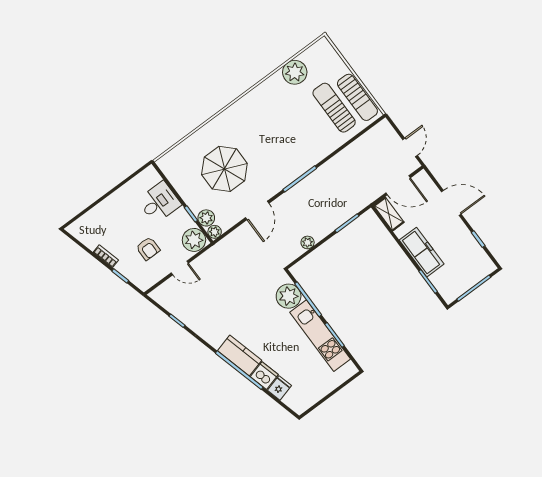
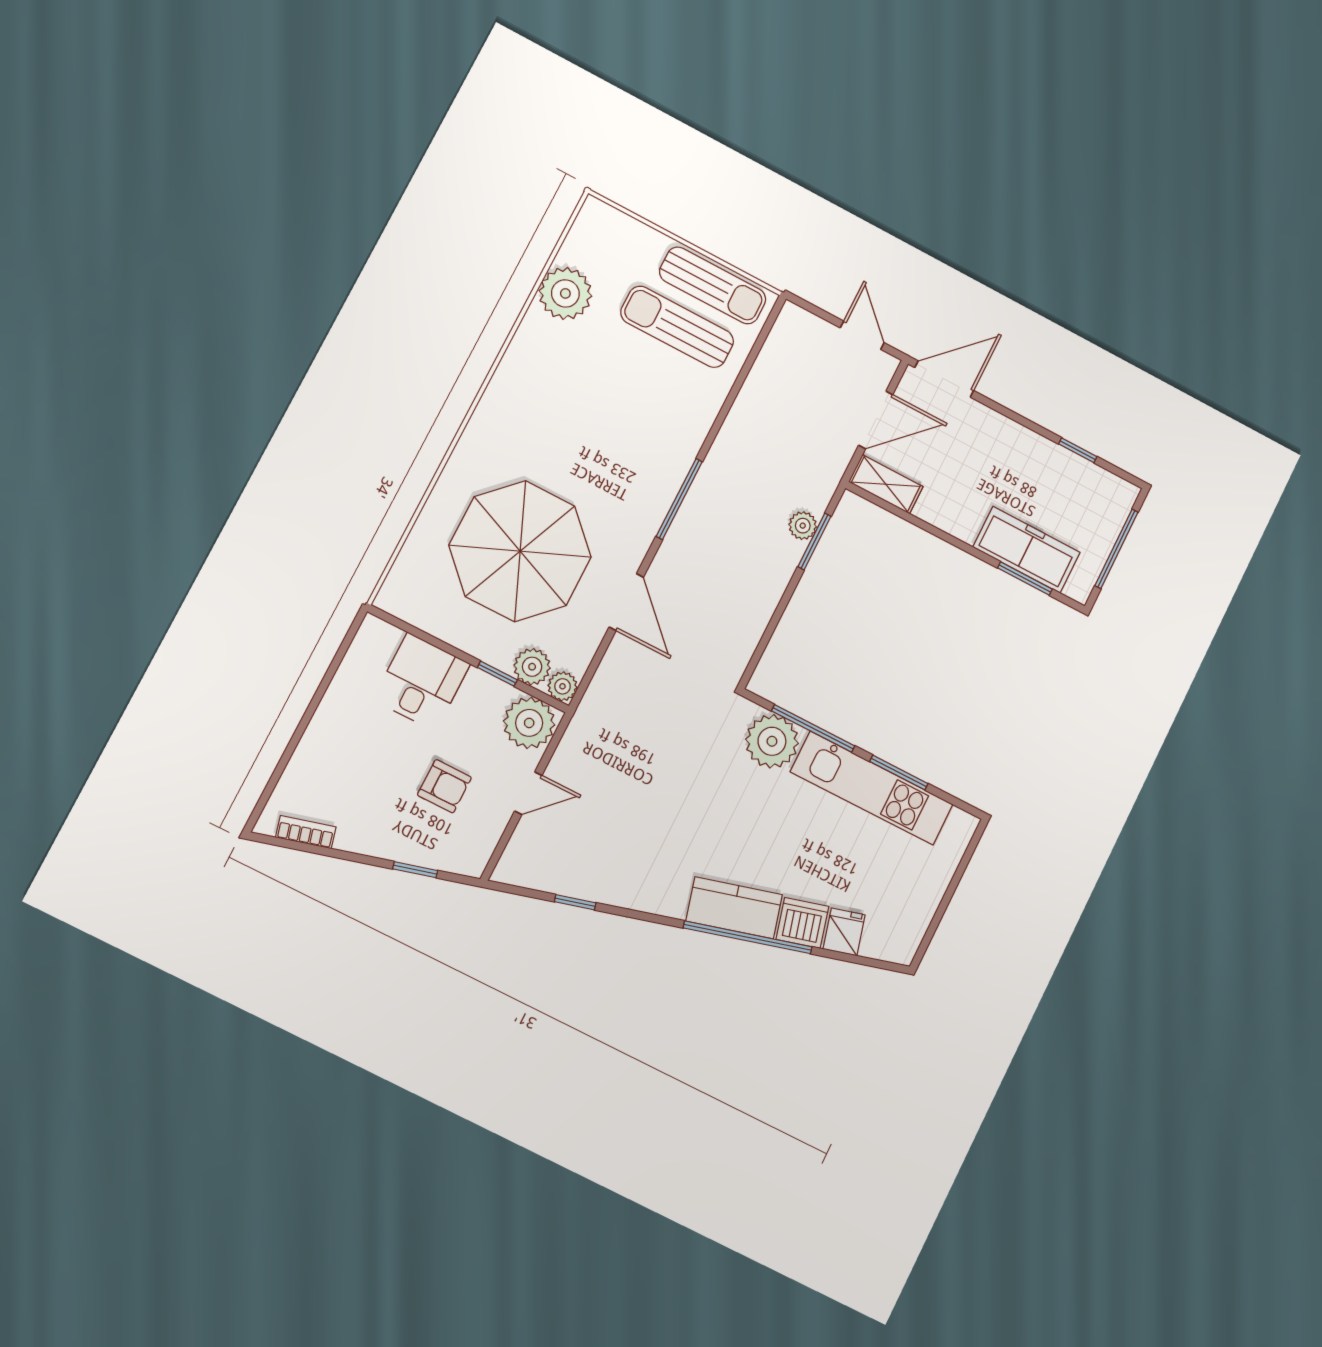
parasol: (224, 169) -> (520, 551), width x1.36, depth x1.36
door: (451, 203) -> (944, 379), moved
plant: (308, 242) -> (803, 526), moved
freezer: (422, 252) -> (1026, 550), moved
bookcase: (106, 256) -> (306, 832), moved

